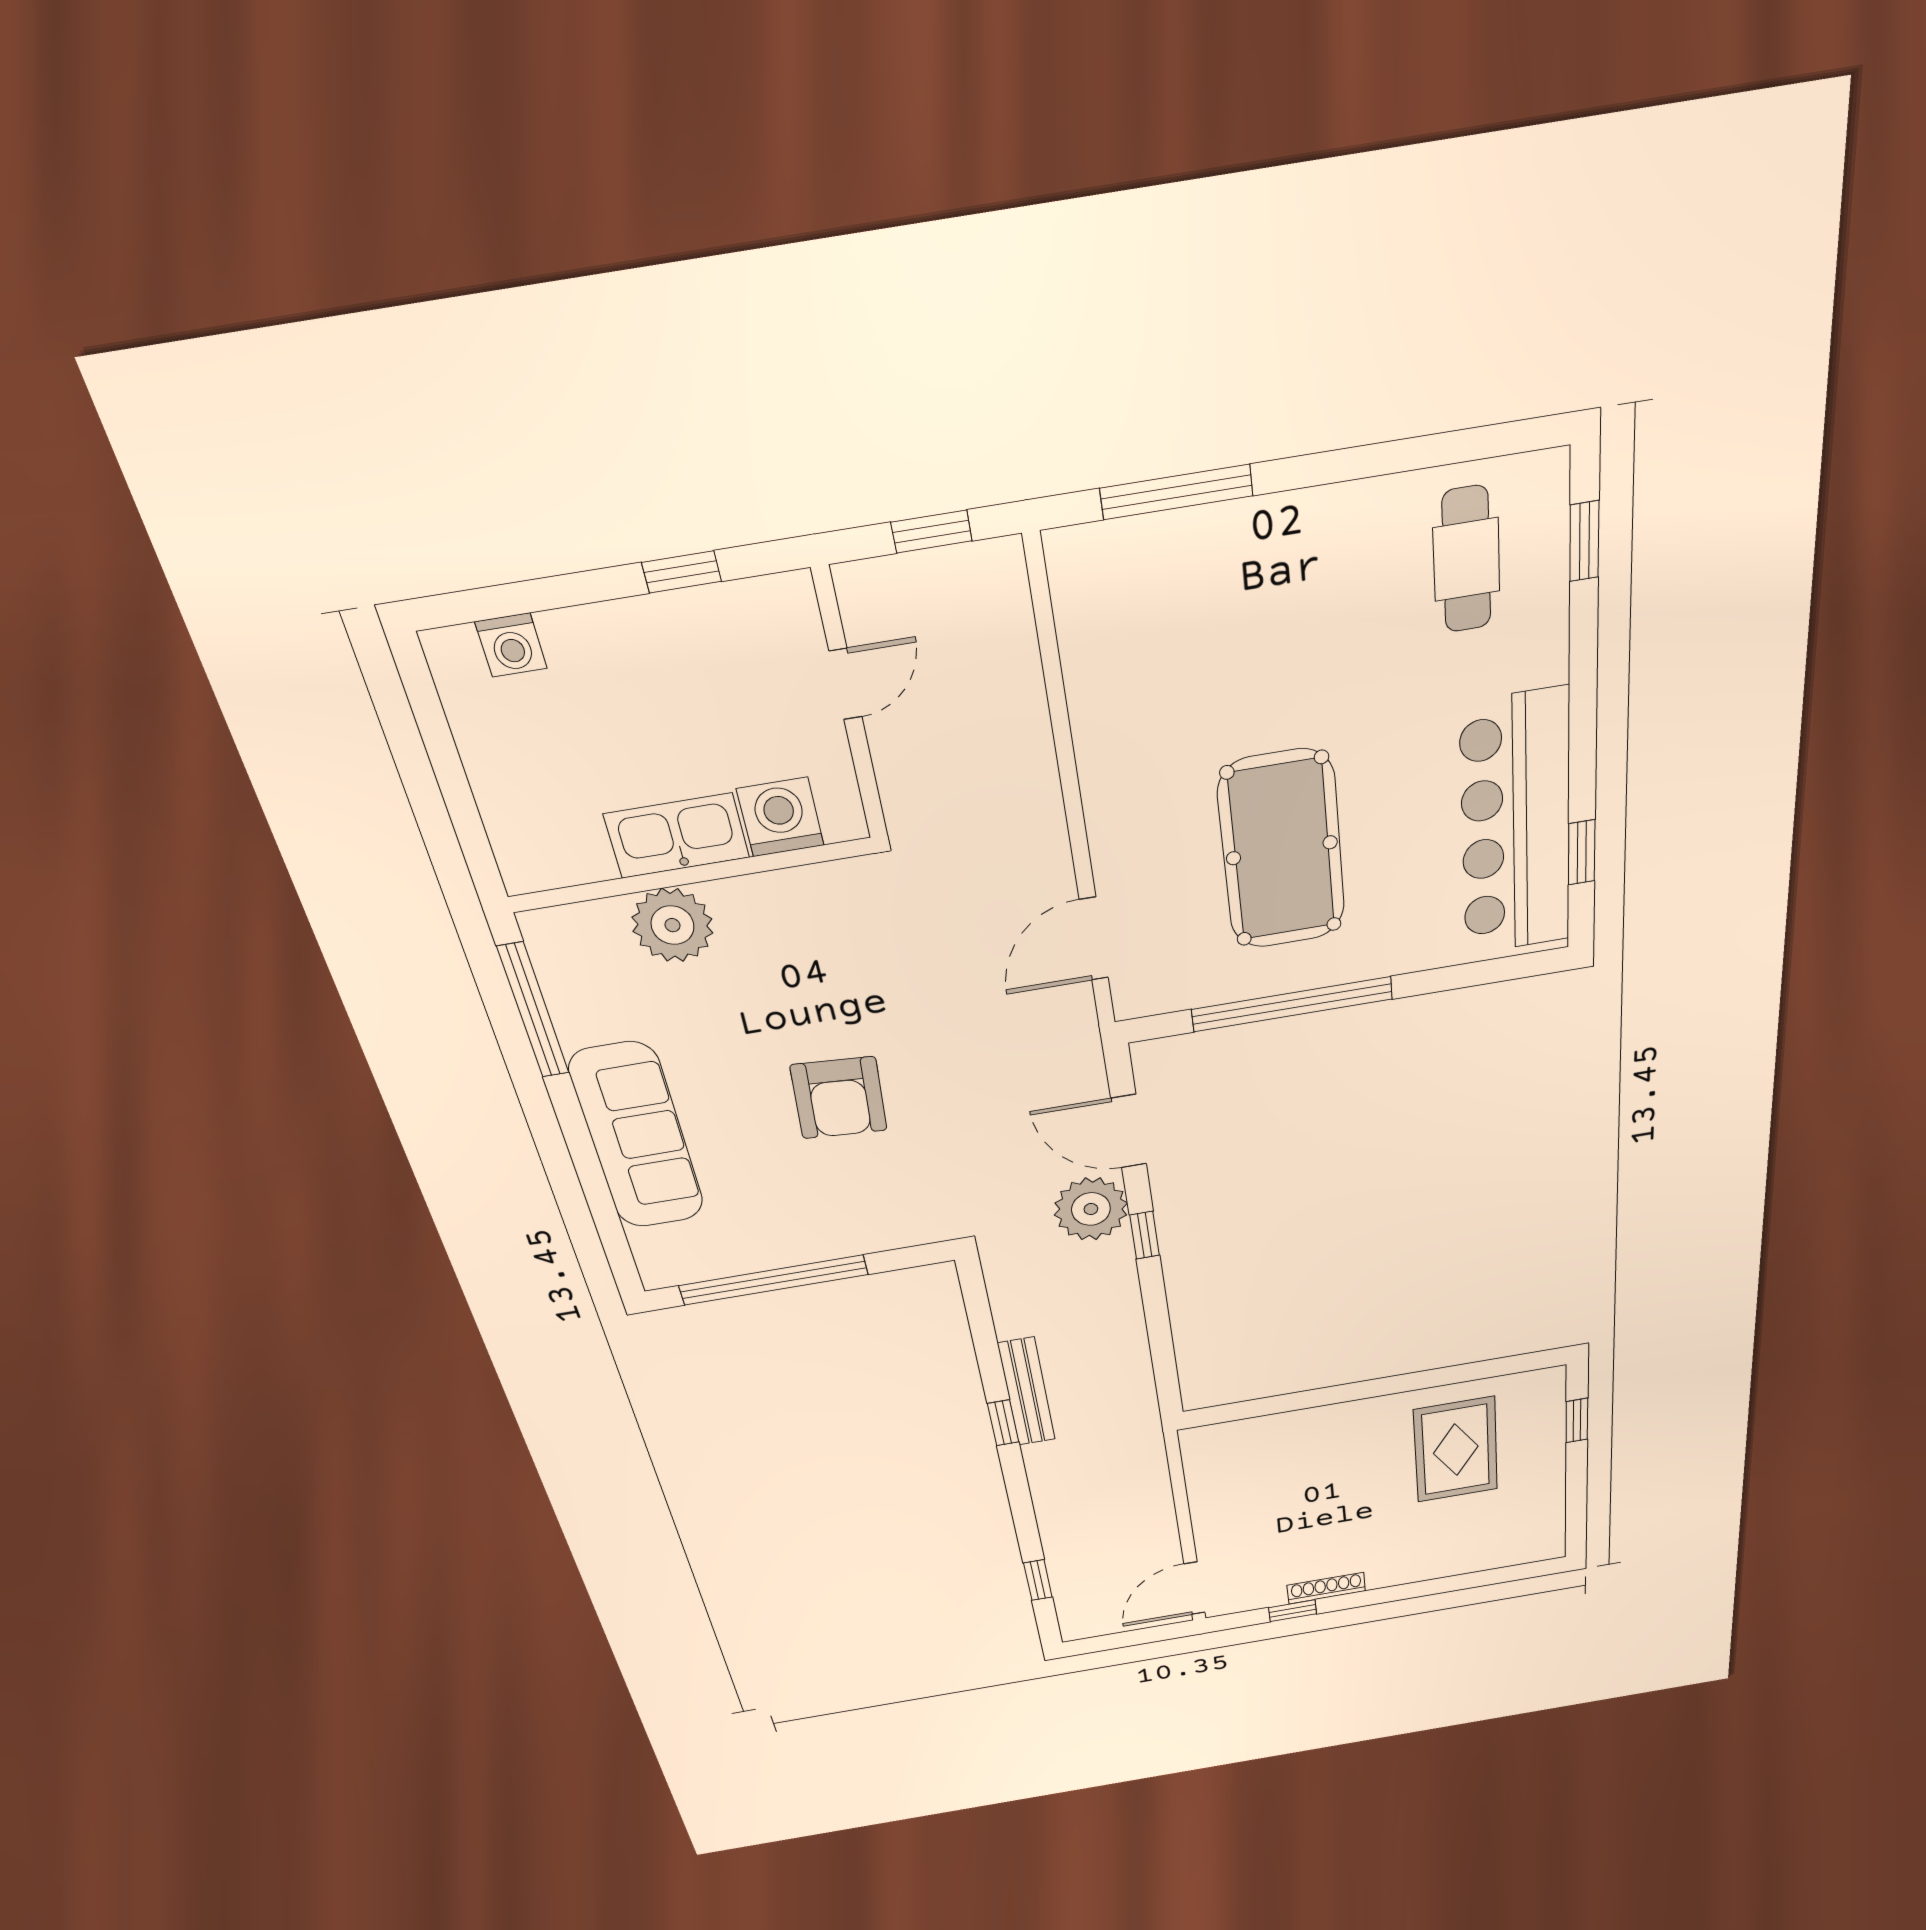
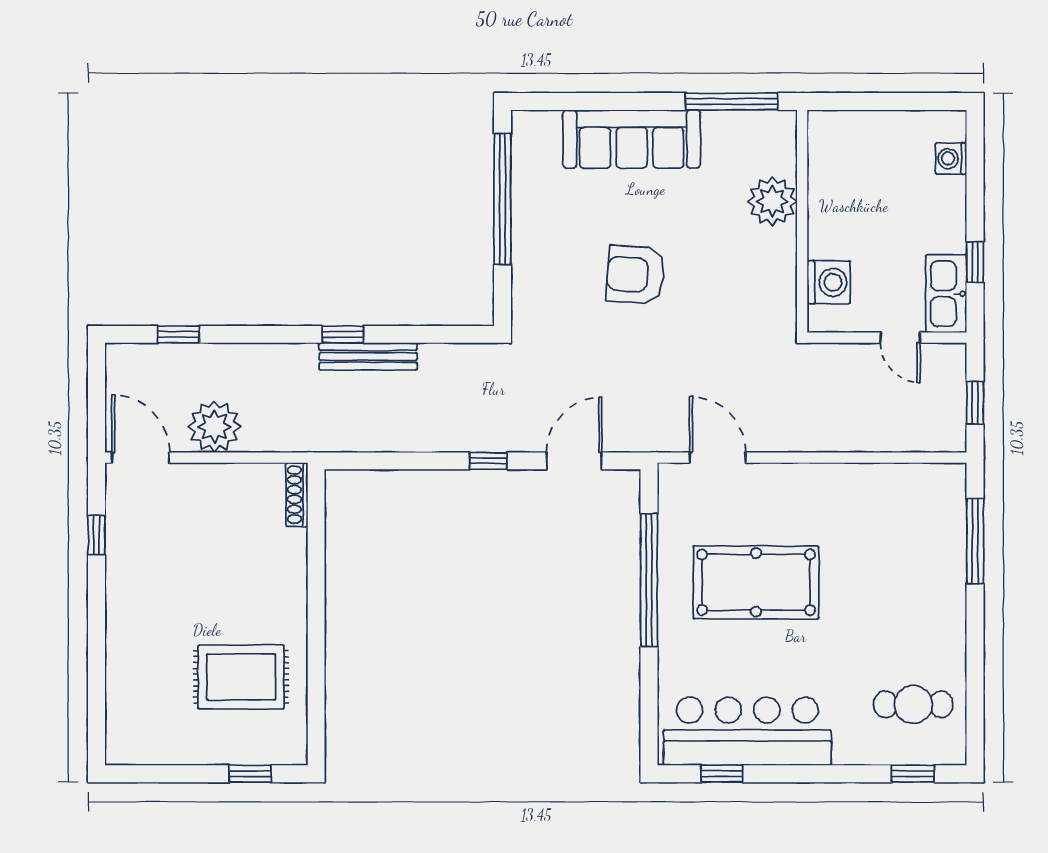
kitchen sink: (677, 836) -> (946, 294), moved, turned 180
plant: (1091, 1209) -> (214, 427), moved
shoe rack: (1326, 1588) -> (297, 494), moved, turned 180

